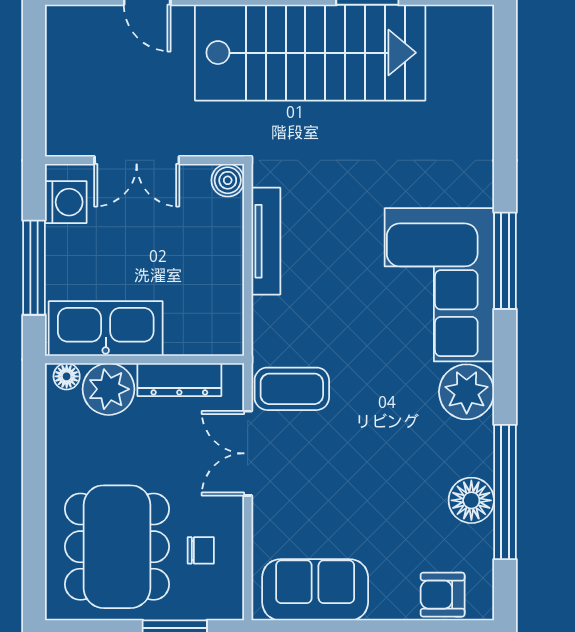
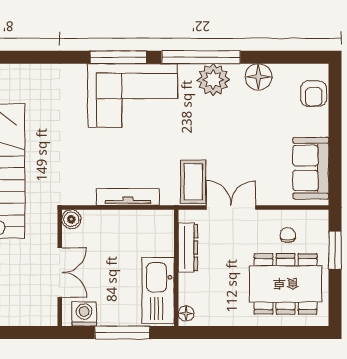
tv unit: (266, 241) -> (128, 197), moved
plant: (109, 389) -> (193, 289), removed
plant: (467, 392) -> (213, 80), moved
double door: (248, 453) -> (231, 208), swing flipped
window: (505, 492) -> (201, 57), moved

